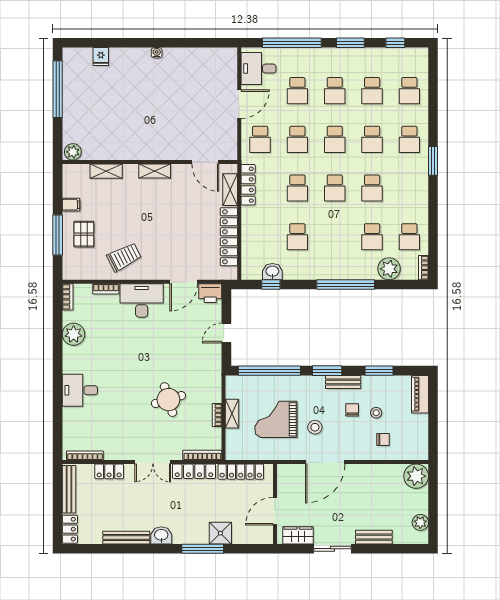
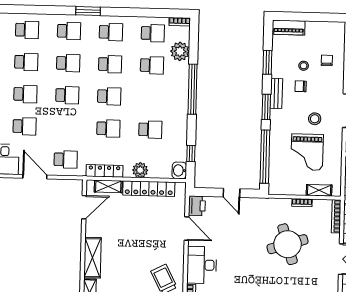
school desk: (297, 139) -> (111, 32), moved
shelving: (155, 171) -> (92, 258), width x1.50, depth x1.33
plant: (250, 226) -> (140, 170), added
washbasin: (272, 272) -> (179, 170), moved
round table: (168, 400) -> (288, 244), width x1.36, depth x1.36
shelving: (232, 414) -> (319, 190), moved

